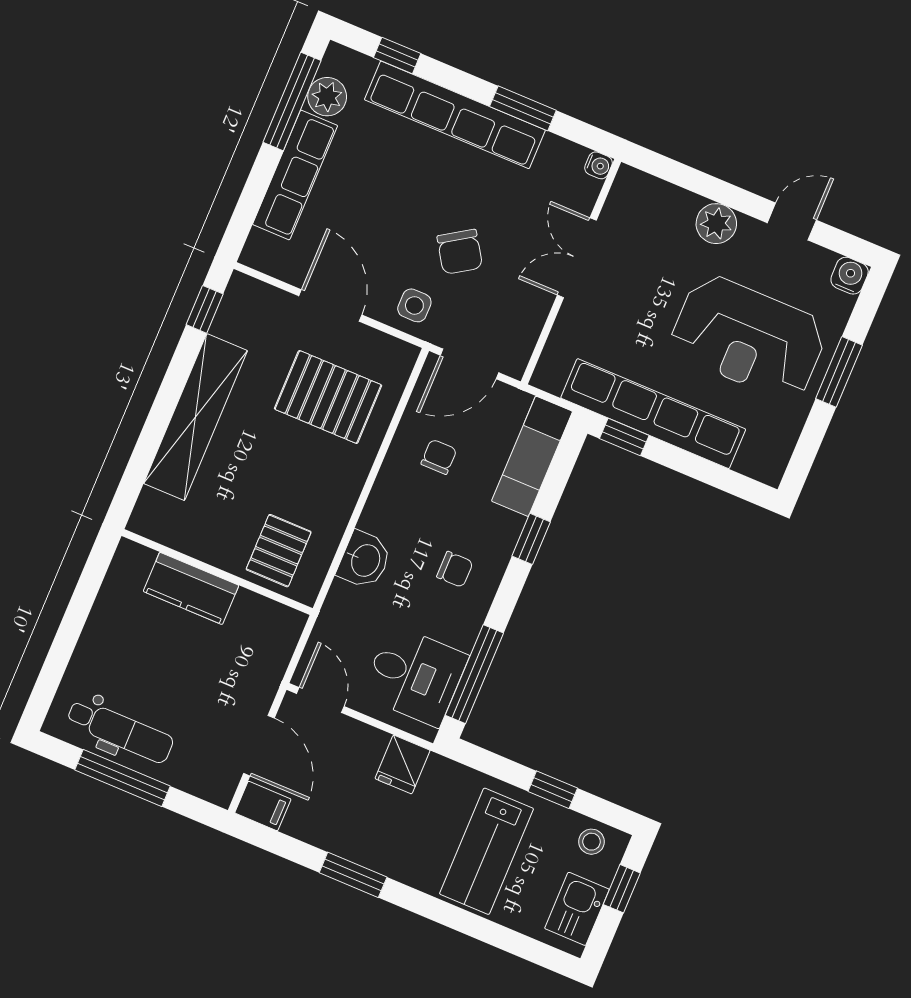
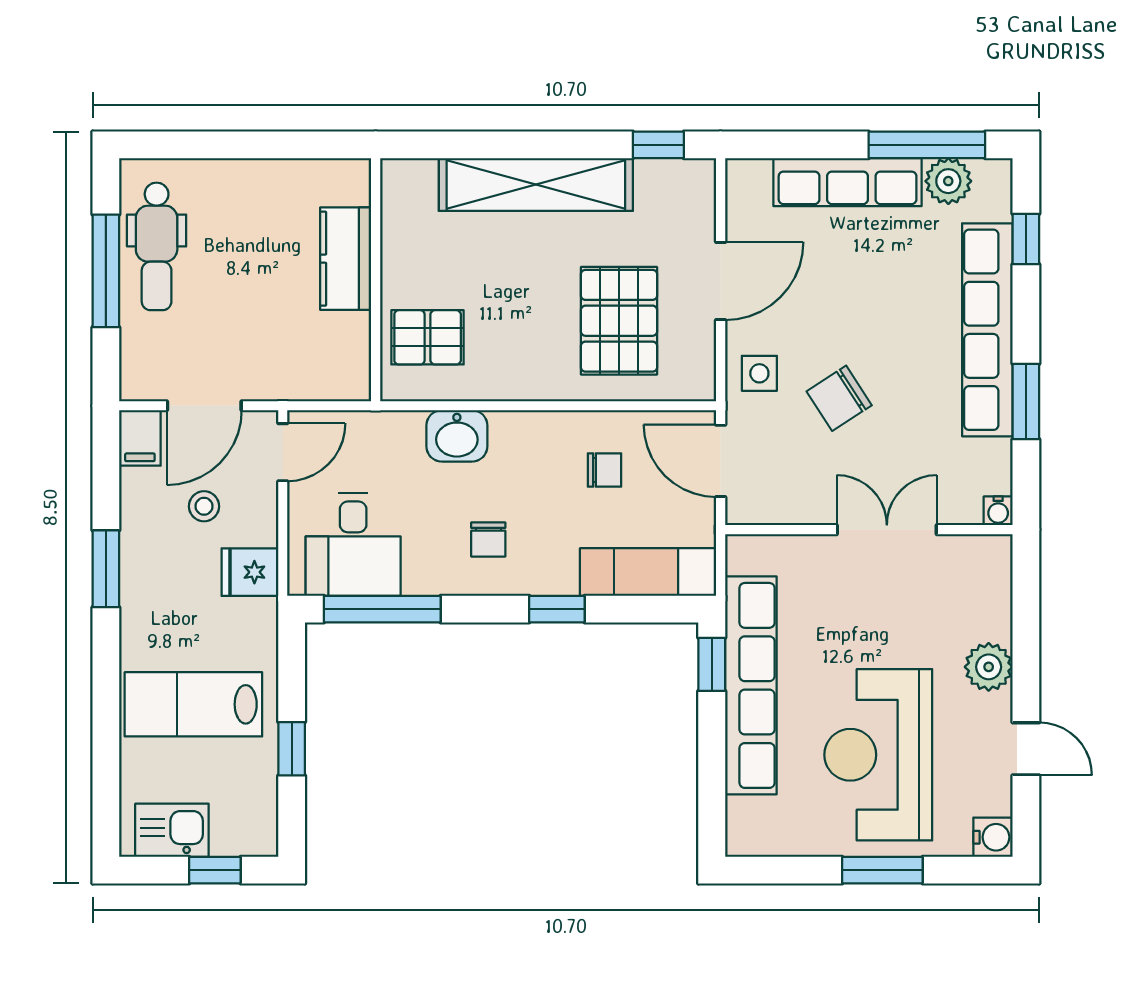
stool: (591, 842) -> (204, 506), moved

